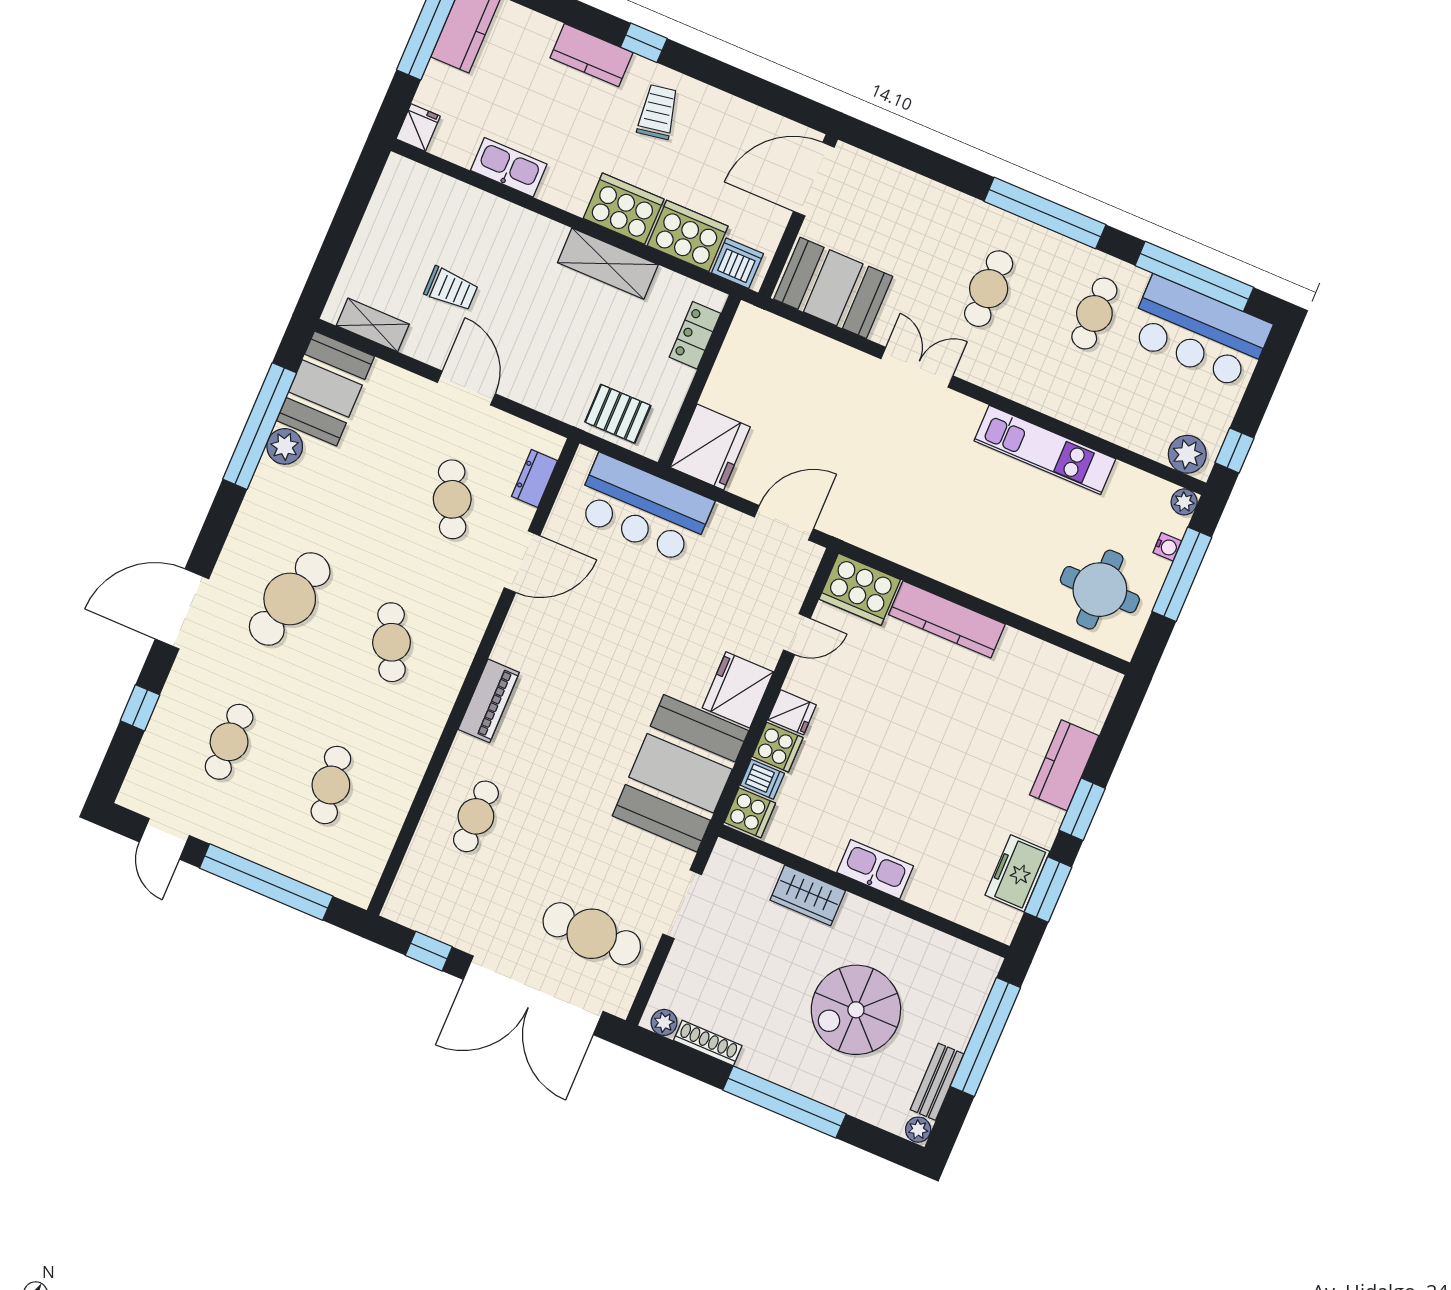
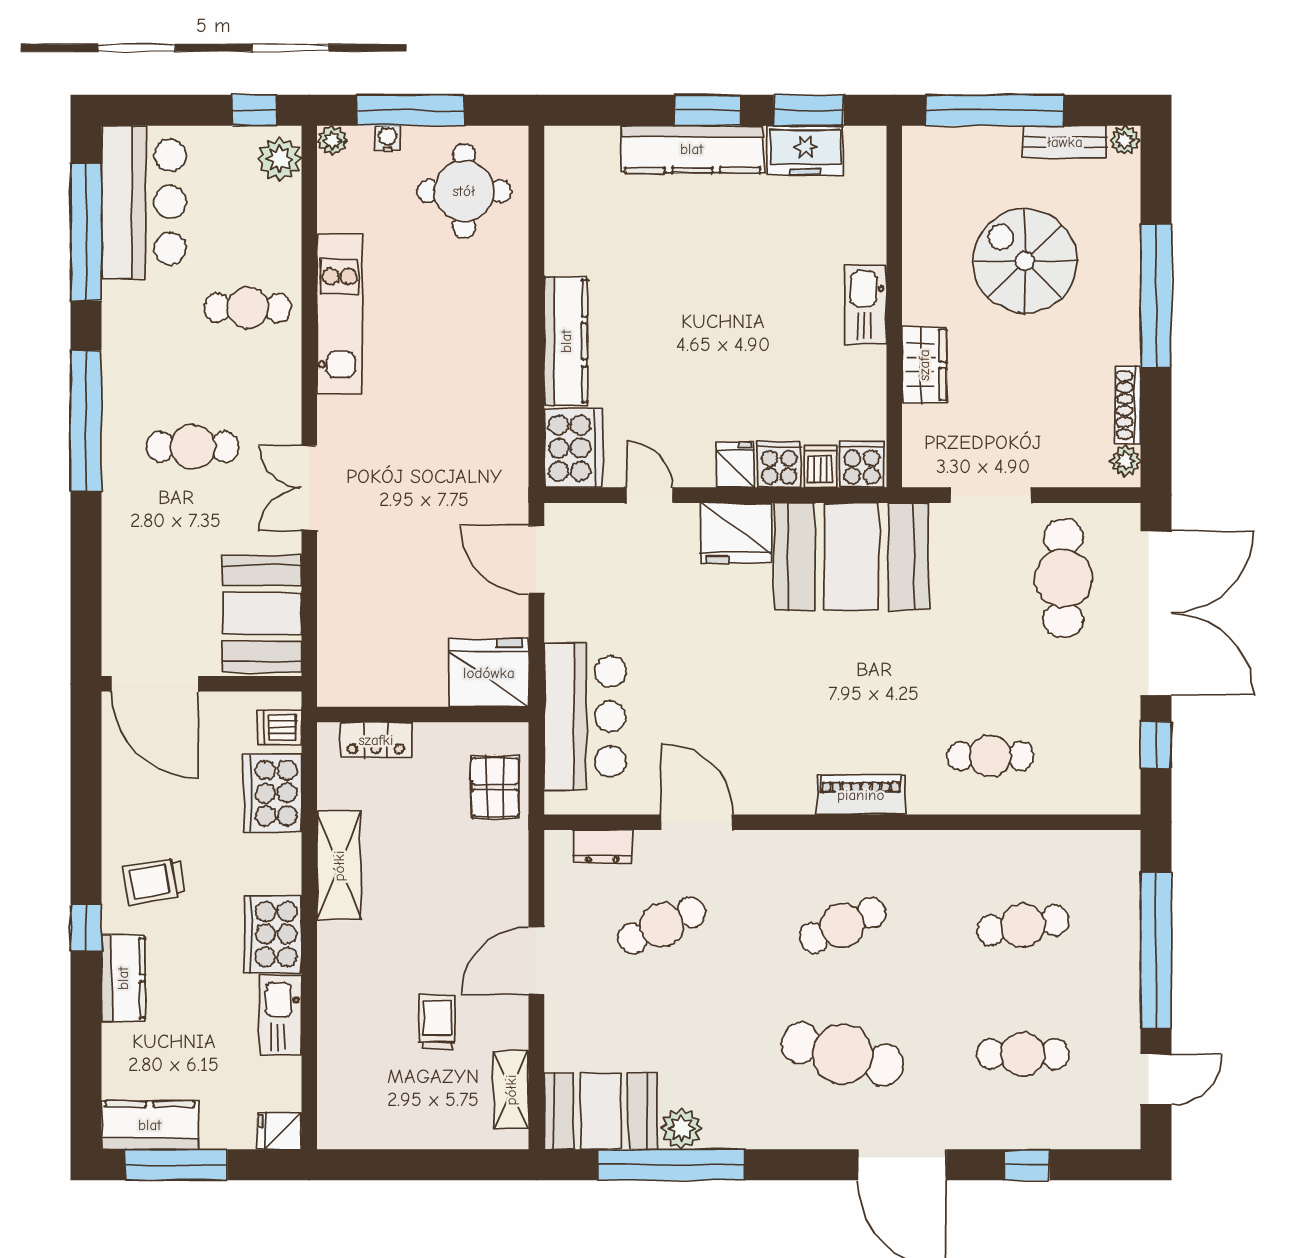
cooker: (624, 209) -> (273, 934), moved
dishwasher: (737, 263) -> (279, 727), width x0.73
cafe table: (1094, 313) -> (248, 308), moved
kitchen counter: (1064, 765) -> (692, 149), width x1.50
spiral stairs: (856, 1010) -> (1025, 261), turned 180

